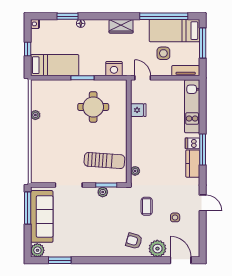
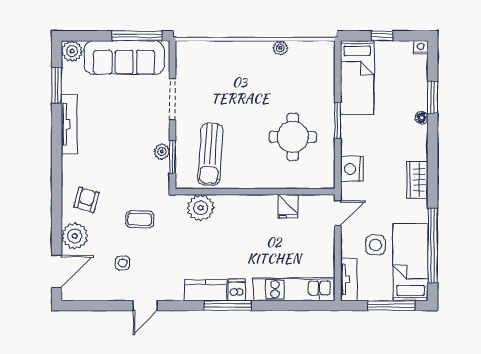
plant: (135, 171) -> (201, 208), width x1.87, depth x1.87
tv unit: (85, 252) -> (69, 124), added

